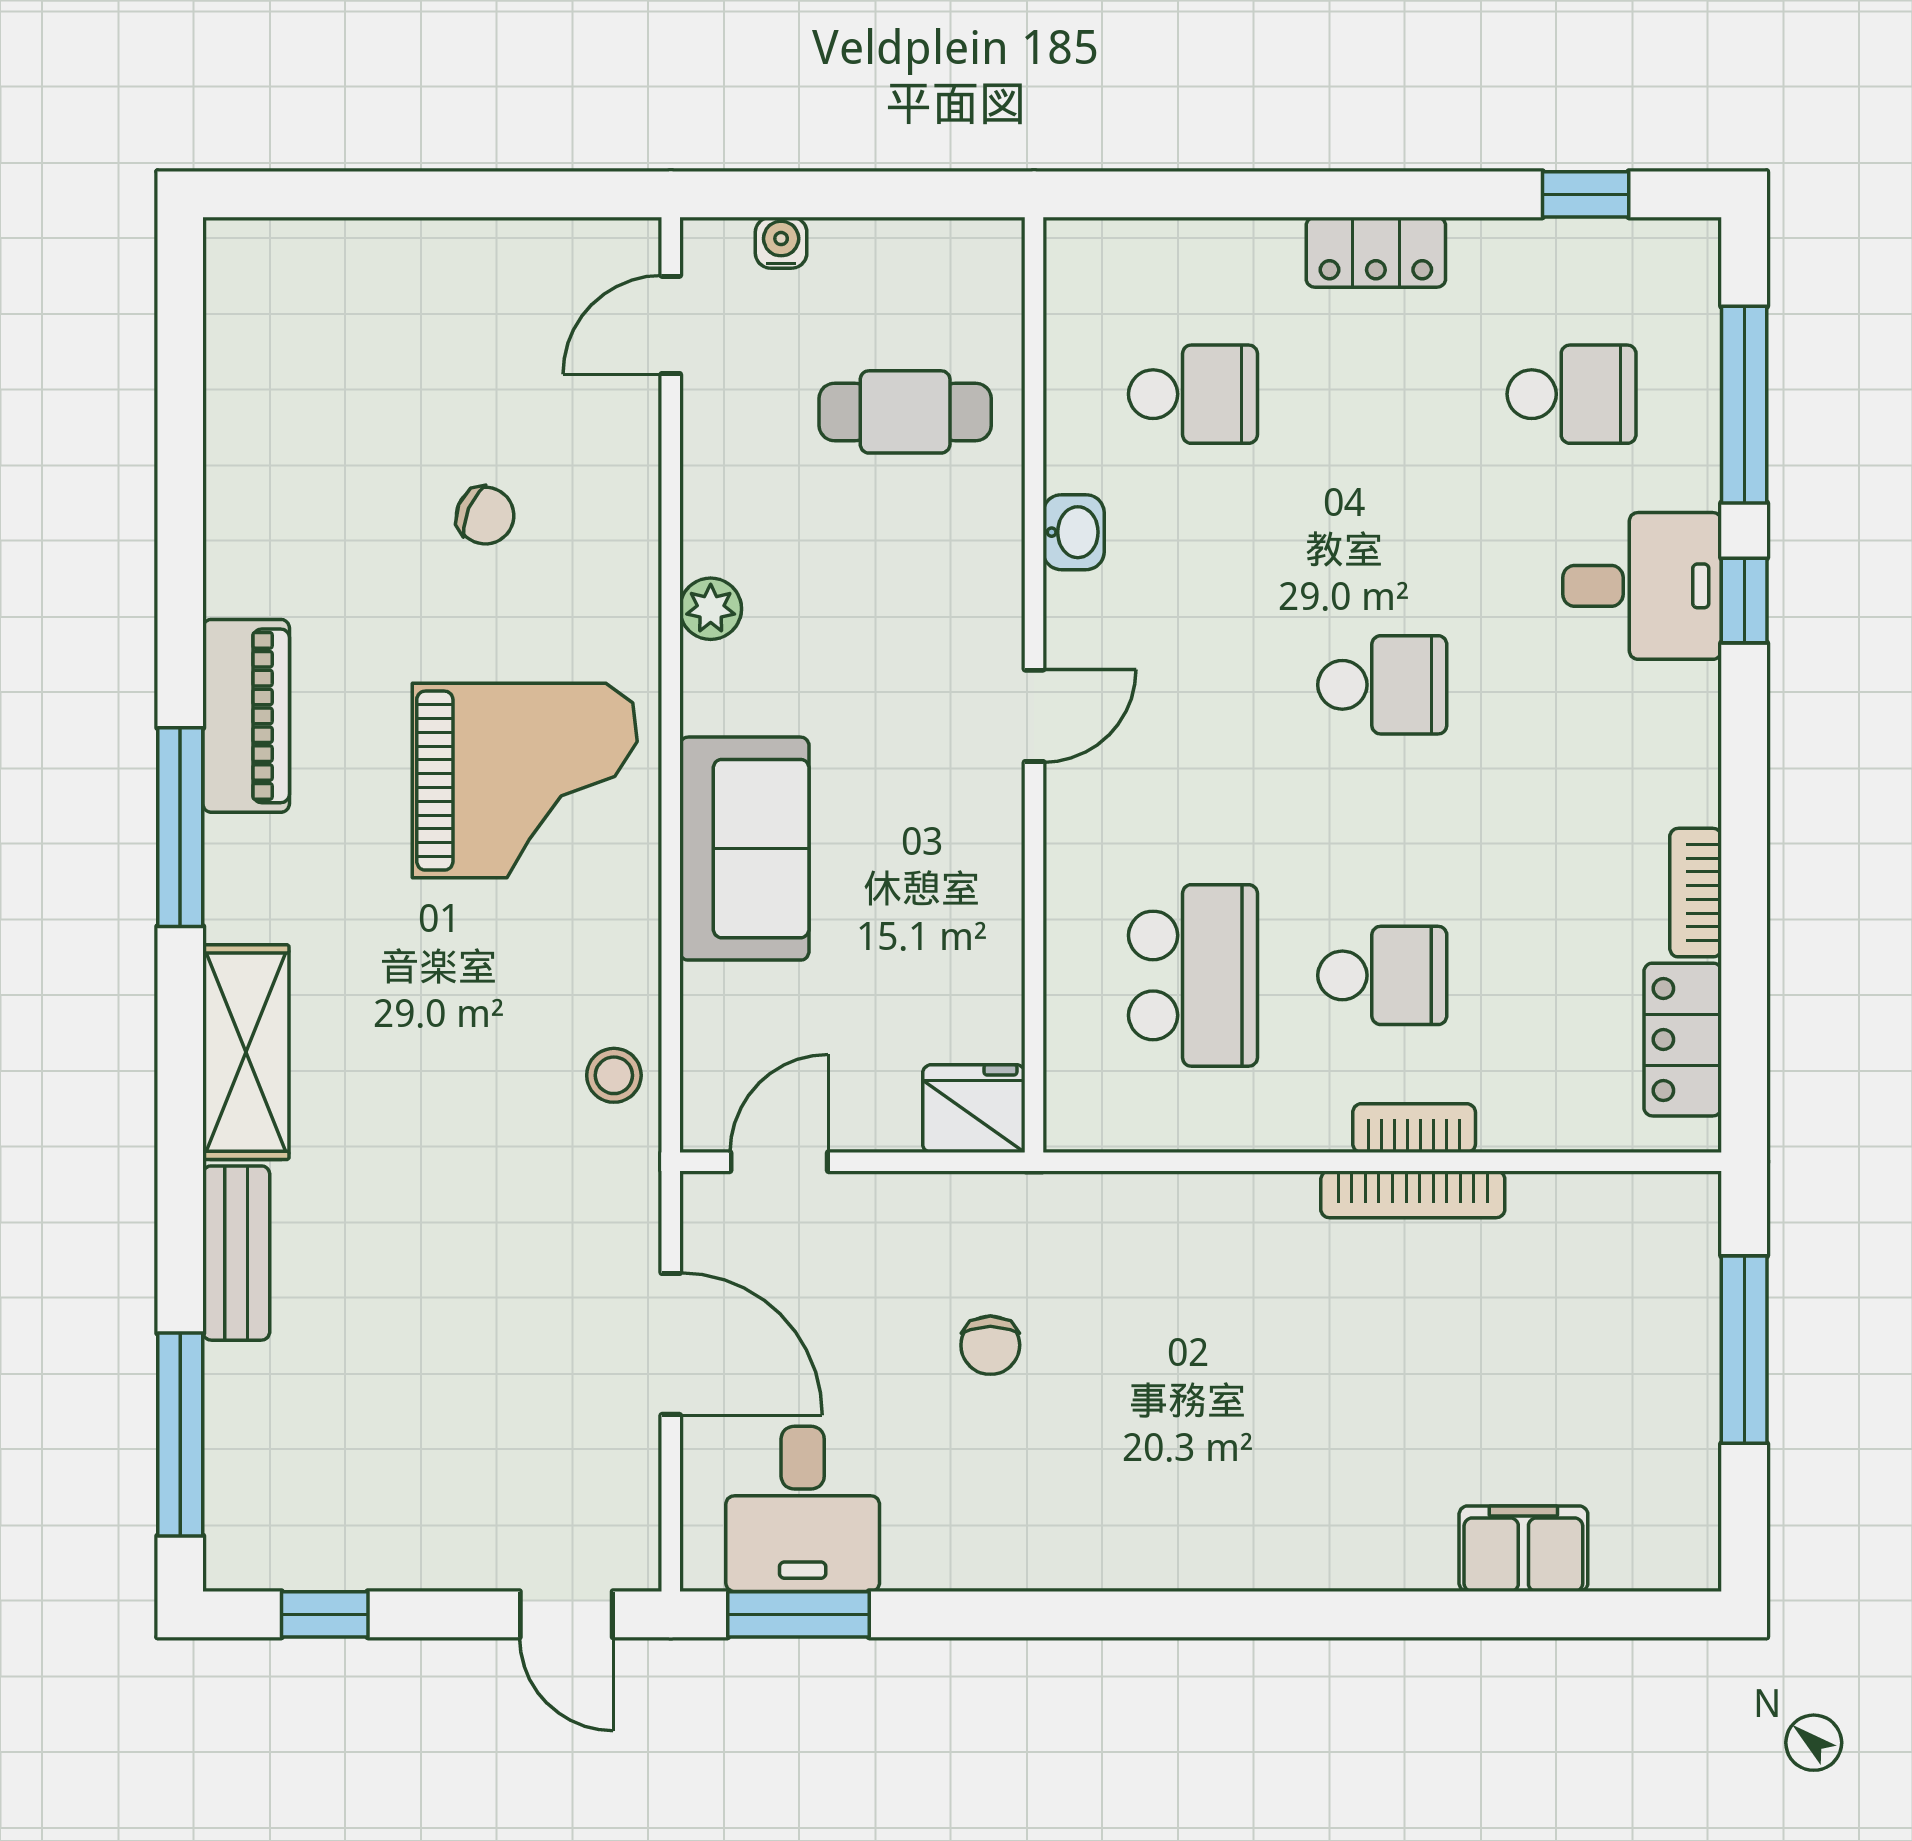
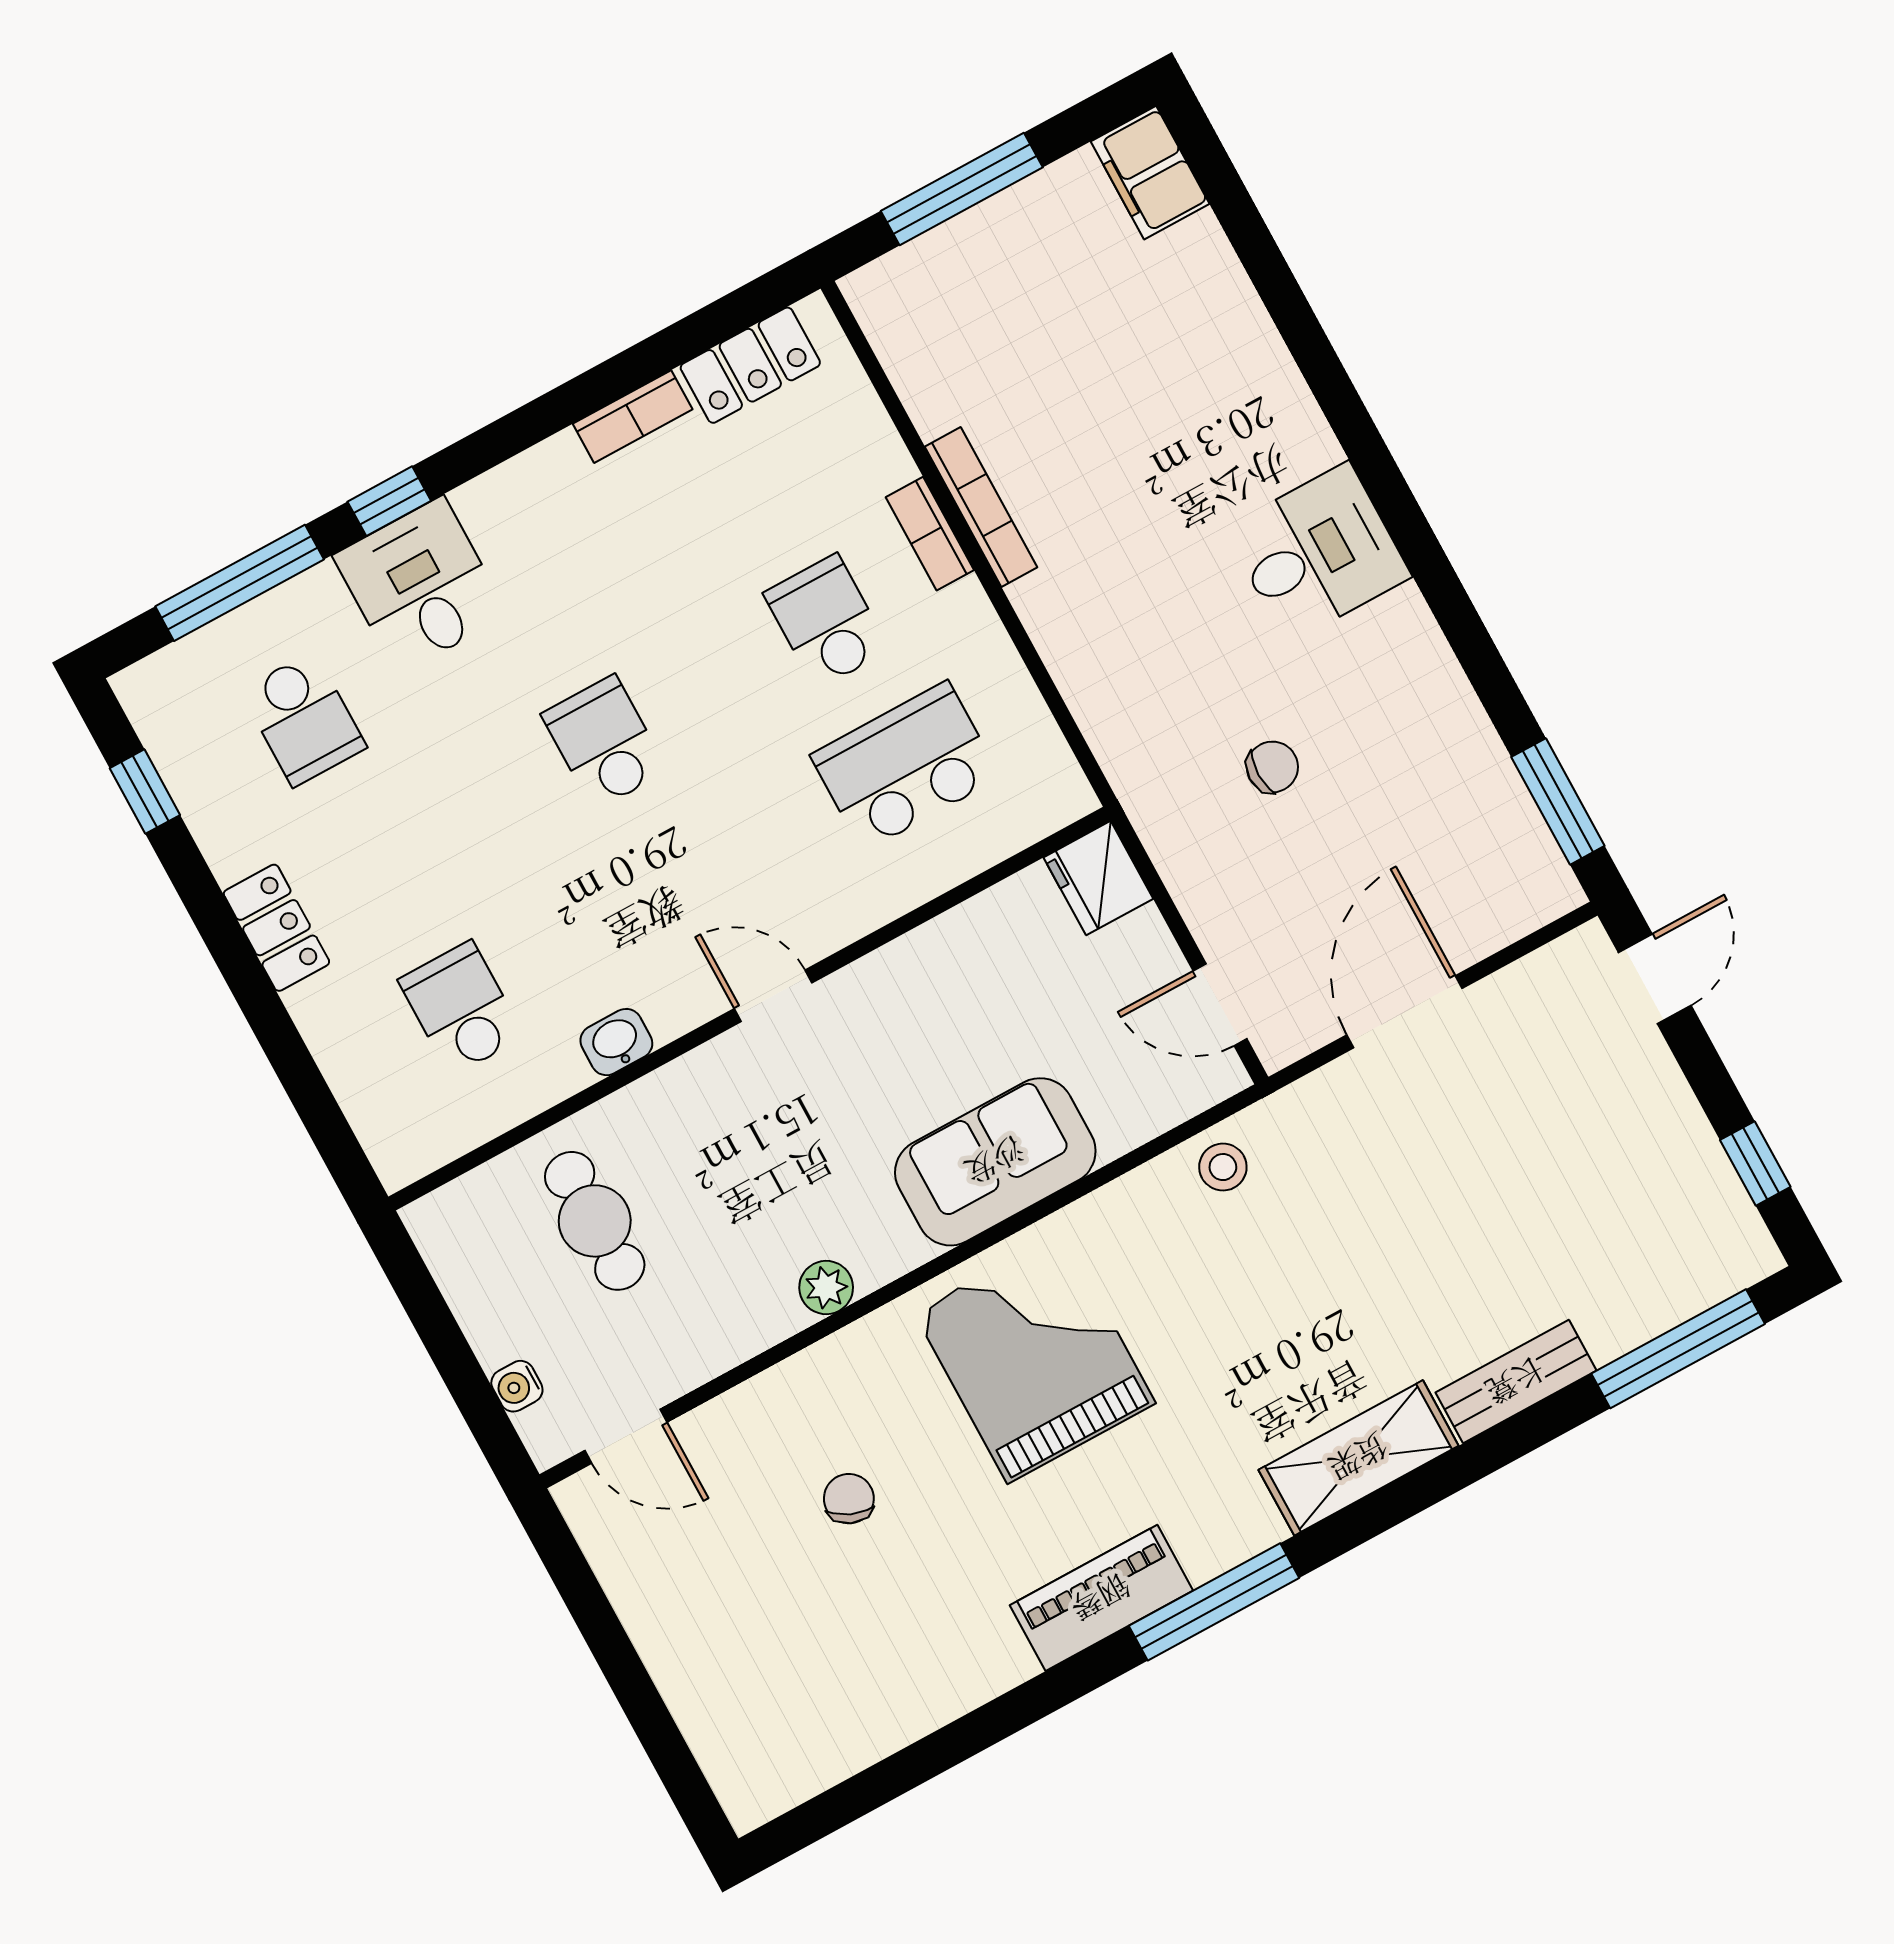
school desk: (1572, 394) -> (303, 719), turned 180
desk: (803, 1509) -> (1318, 553), moved
filing cabinet: (1523, 1549) -> (1150, 173), moved

